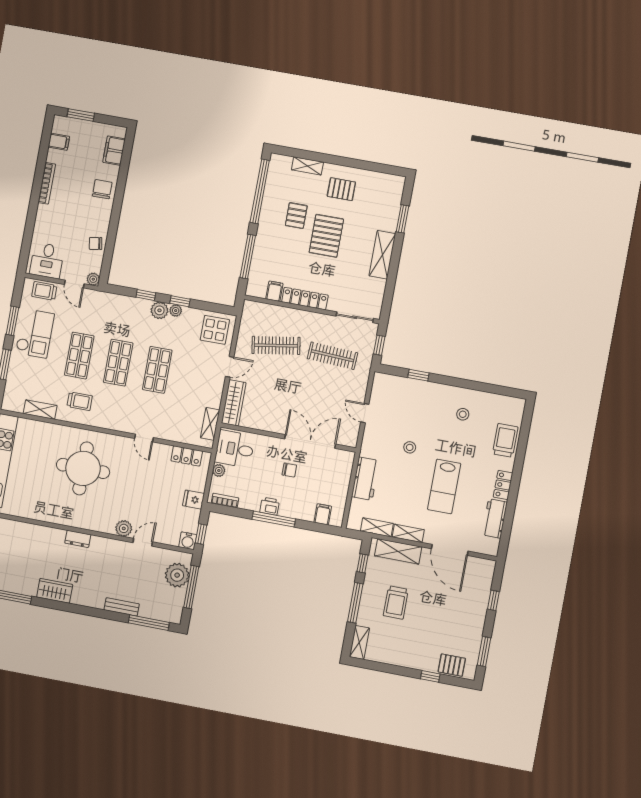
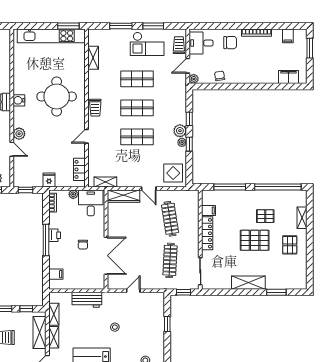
chair: (102, 189) -> (230, 43), moved
trolley: (80, 401) -> (95, 108), moved
water cooler: (188, 541) -> (19, 100), moved

